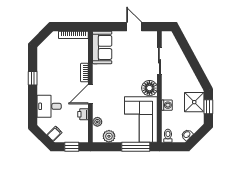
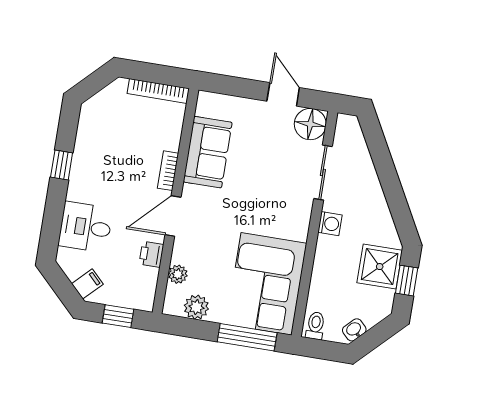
sofa: (102, 47) -> (208, 152), moved
floor lamp: (149, 88) -> (310, 124), moved
washing machine: (167, 105) -> (330, 224), moved

